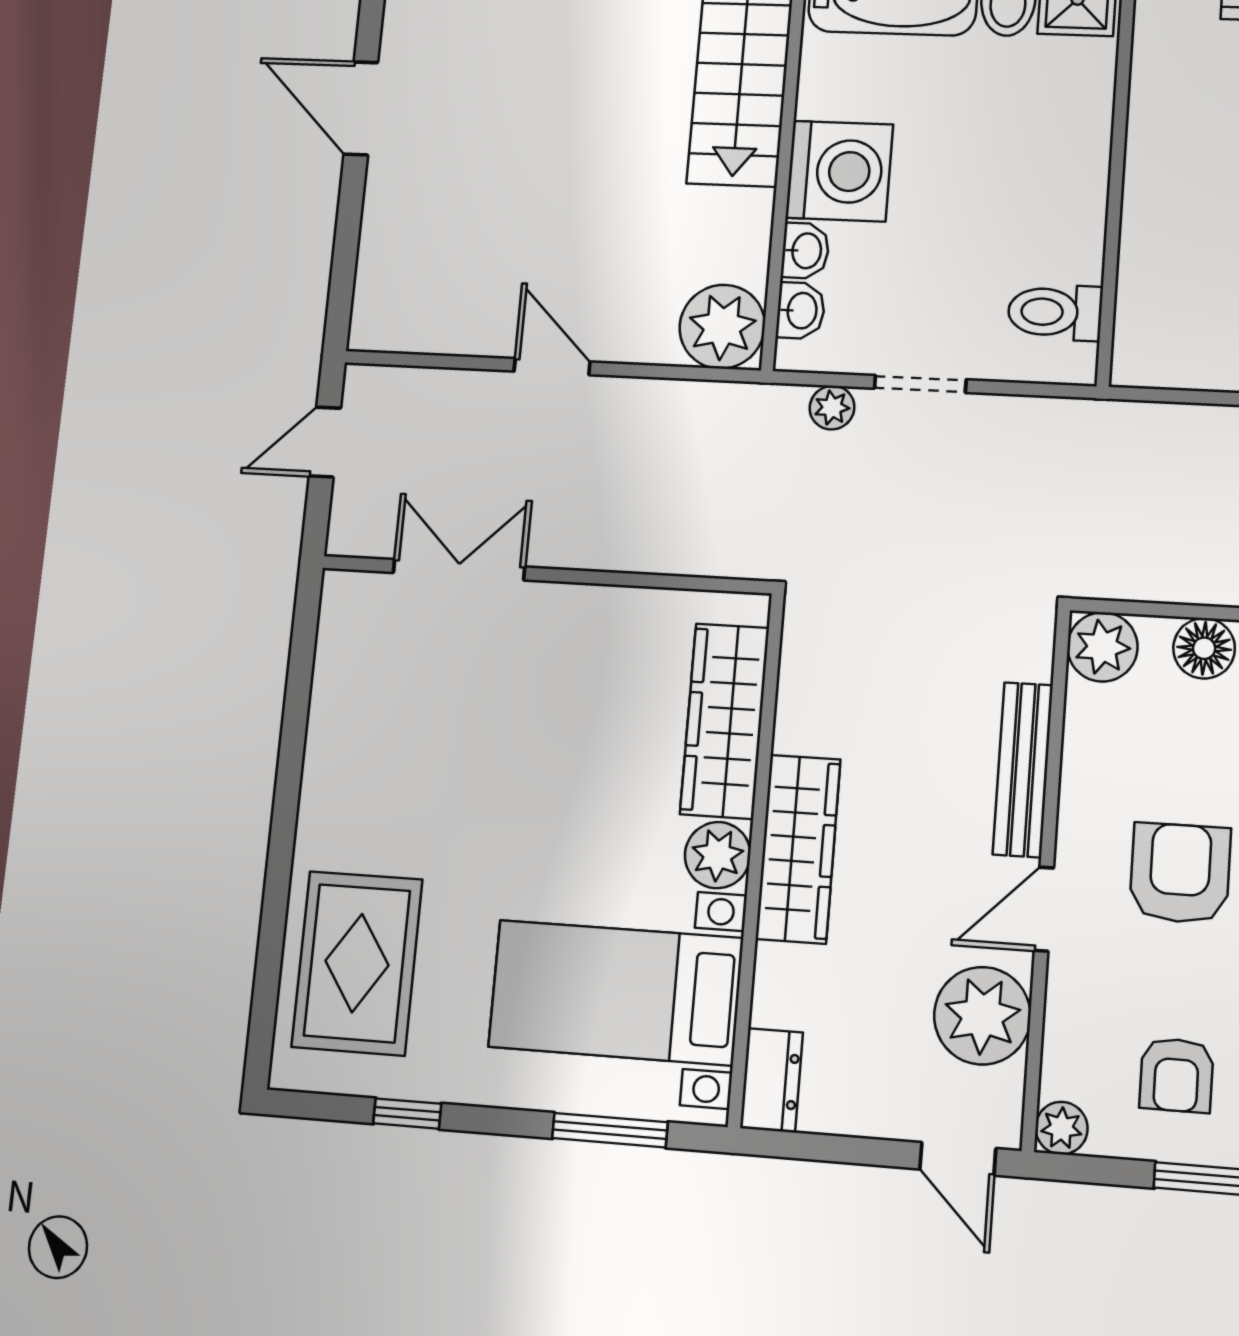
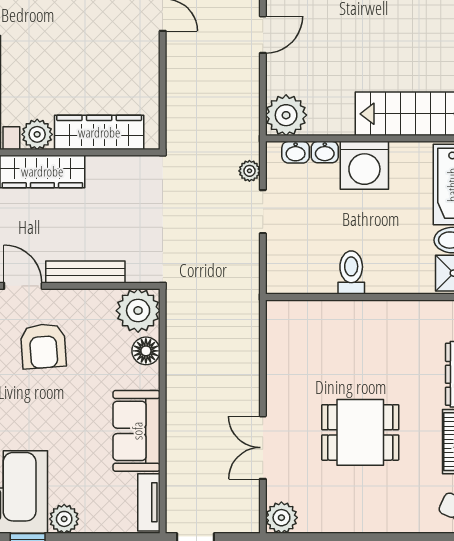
toilet: (1055, 312) -> (351, 273), moved
plant: (1102, 647) -> (138, 311), width x1.36, depth x1.36
armchair: (1180, 873) -> (43, 346), turned 86

